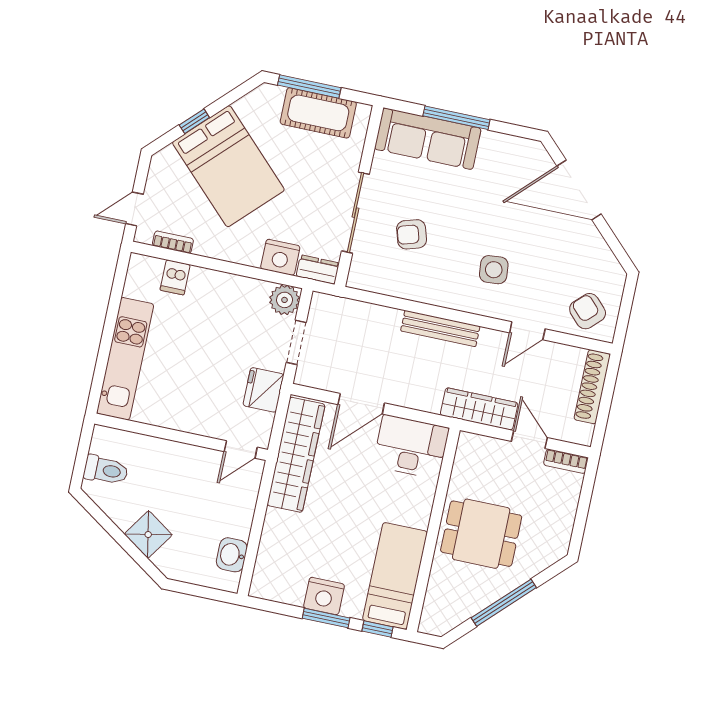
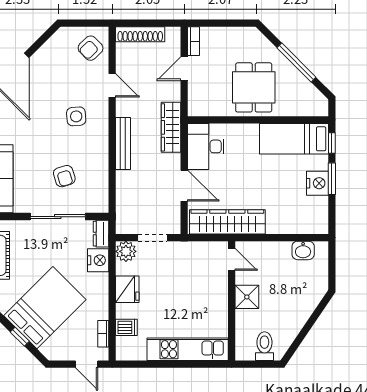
fridge: (263, 390) -> (127, 289), moved, turned -90
wardrobe: (479, 409) -> (171, 127), moved
shower: (148, 535) -> (247, 297), moved, turned -34

